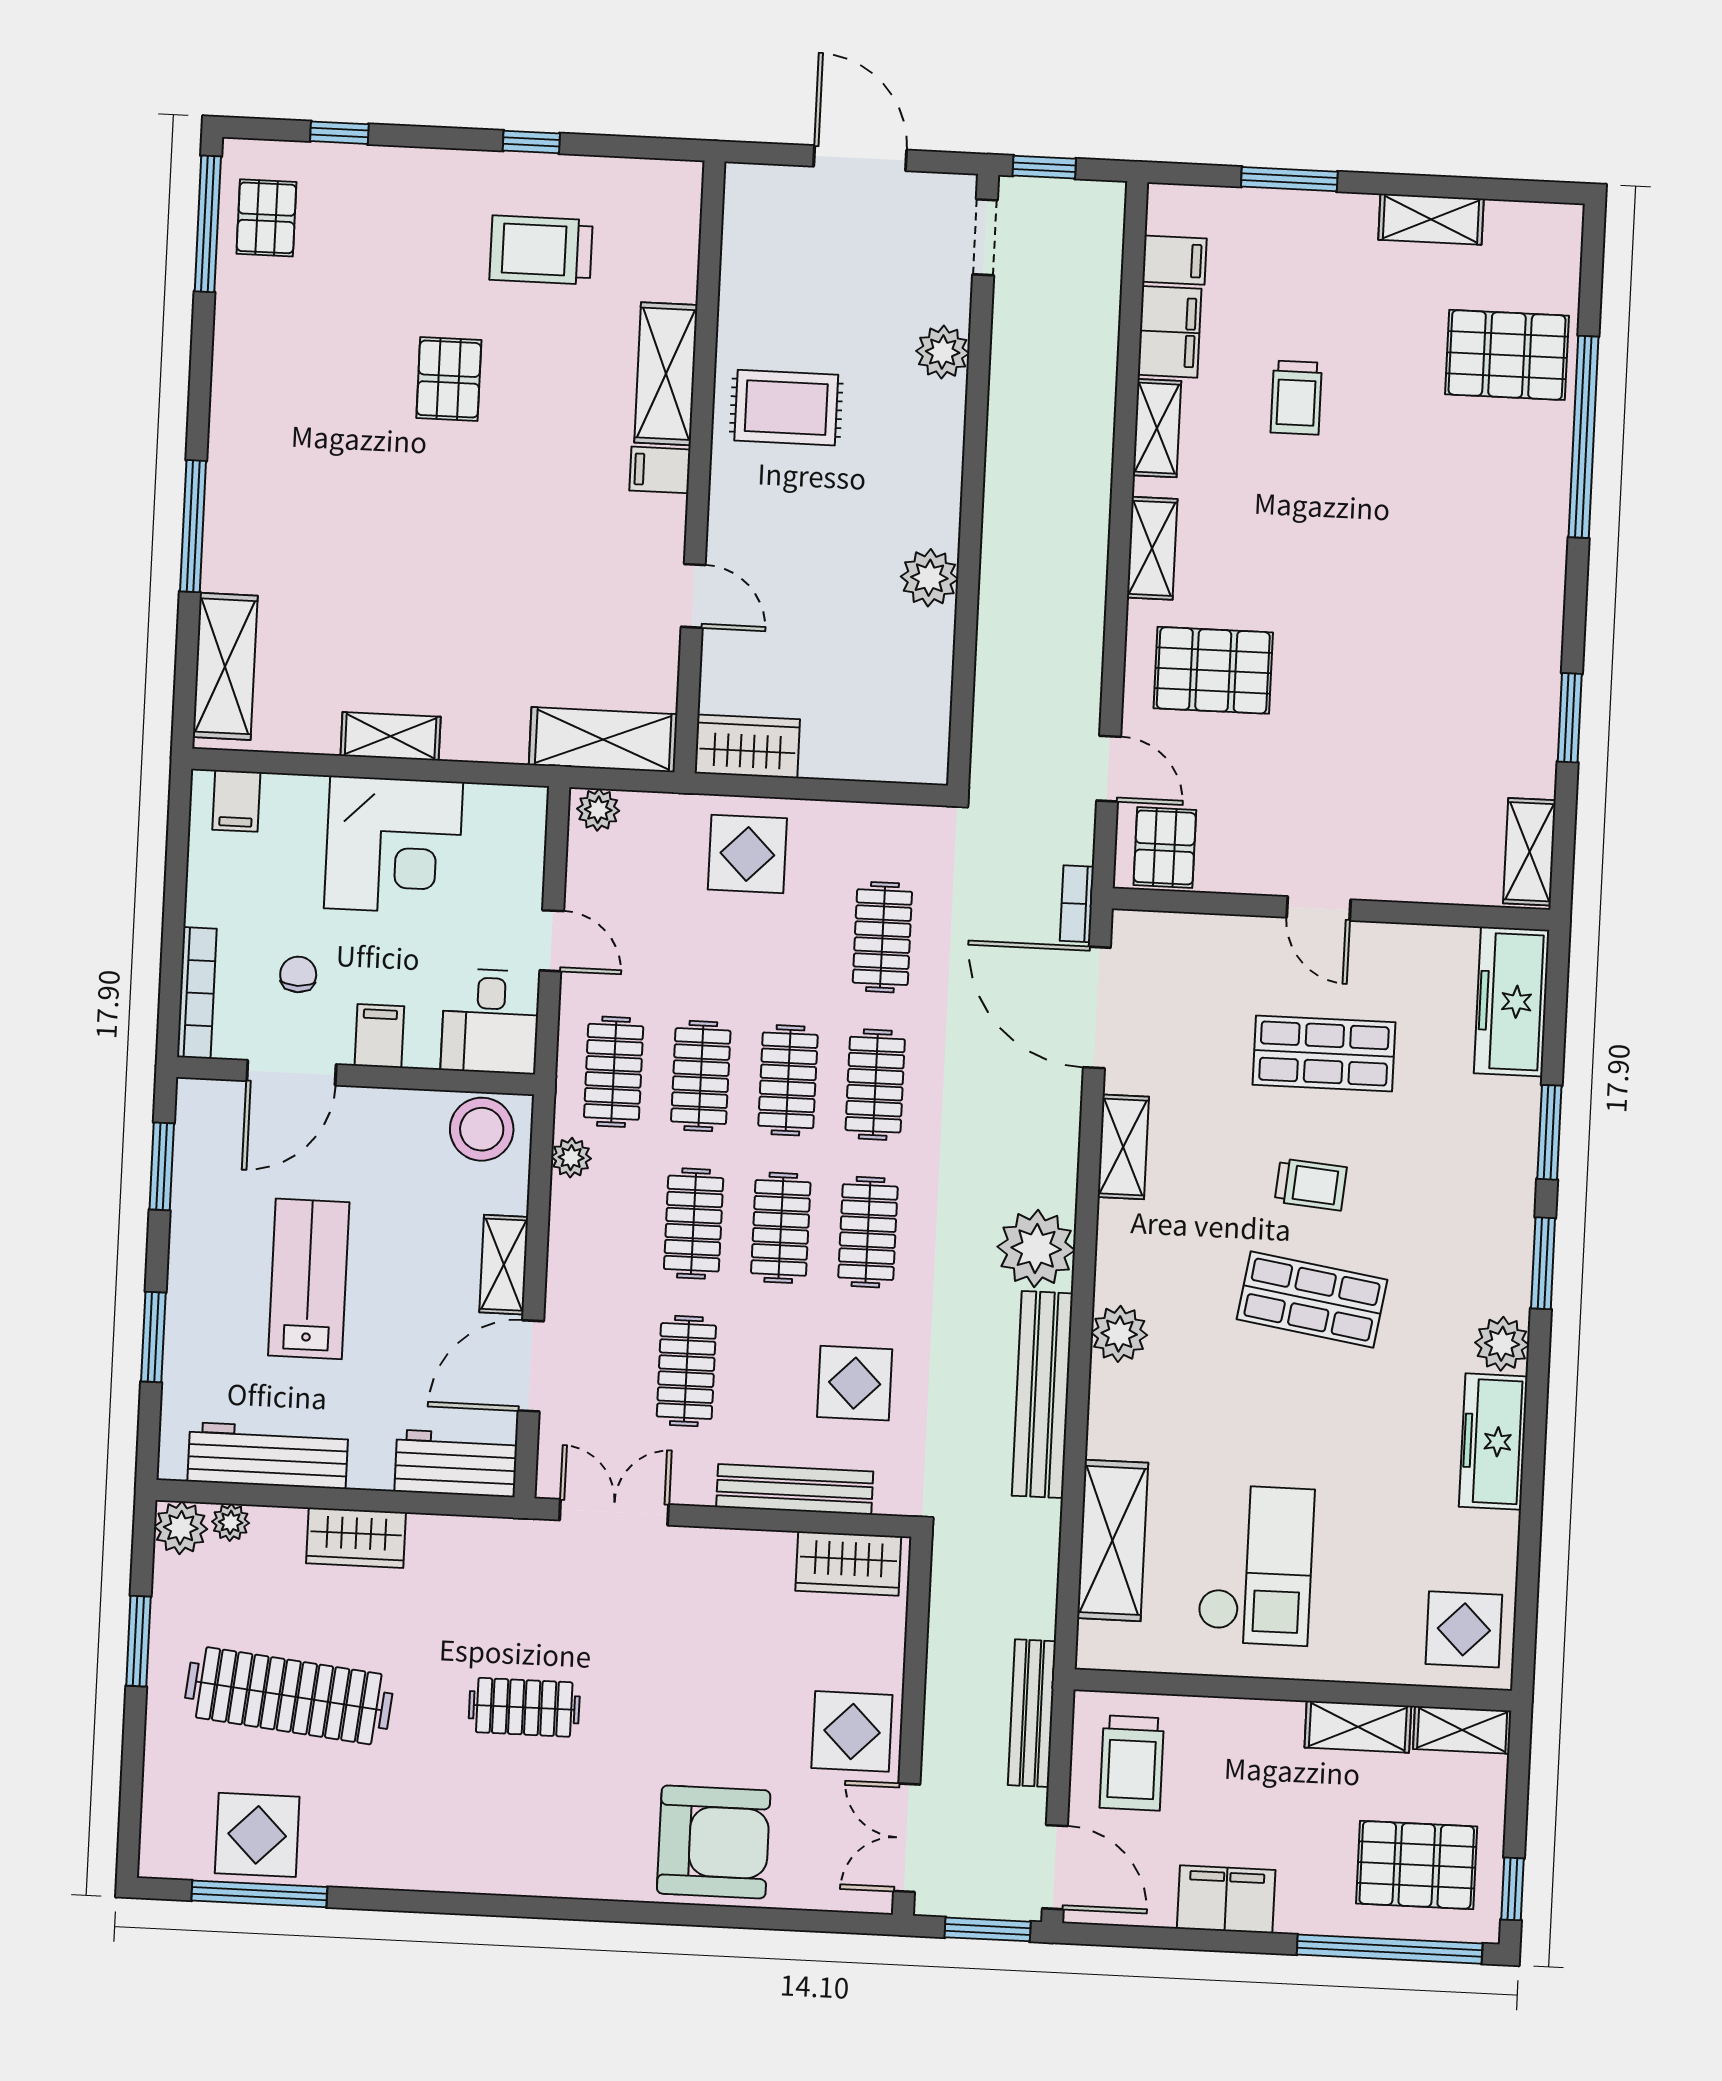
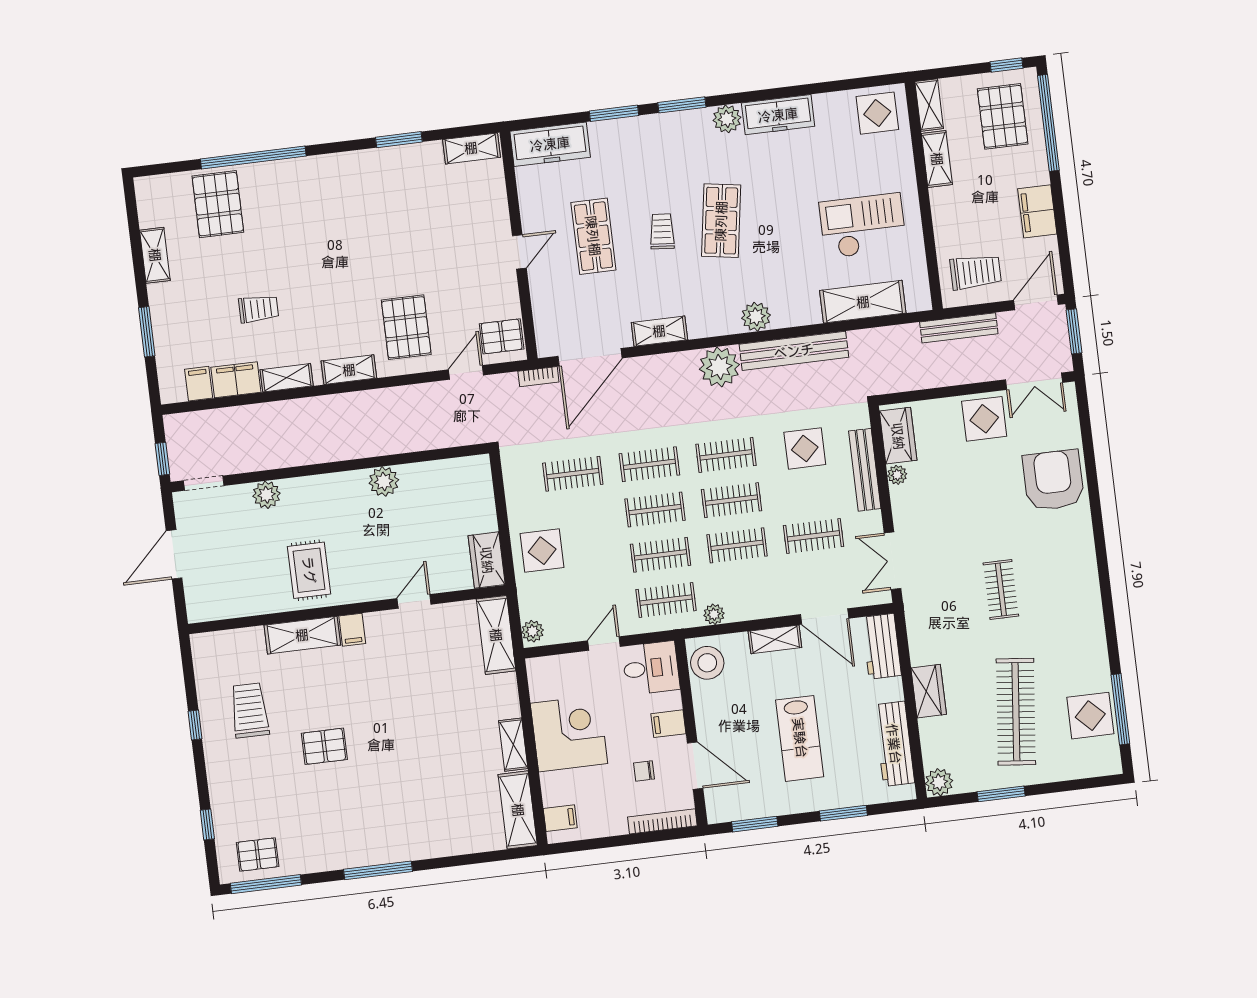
trolley: (541, 250) -> (250, 710), turned 180
window: (193, 526) -> (378, 870), moved
shelving: (225, 666) -> (518, 810), moved, turned 90
lab bench: (309, 1279) -> (800, 738), turned -90
plant: (231, 1522) -> (897, 475), moved

